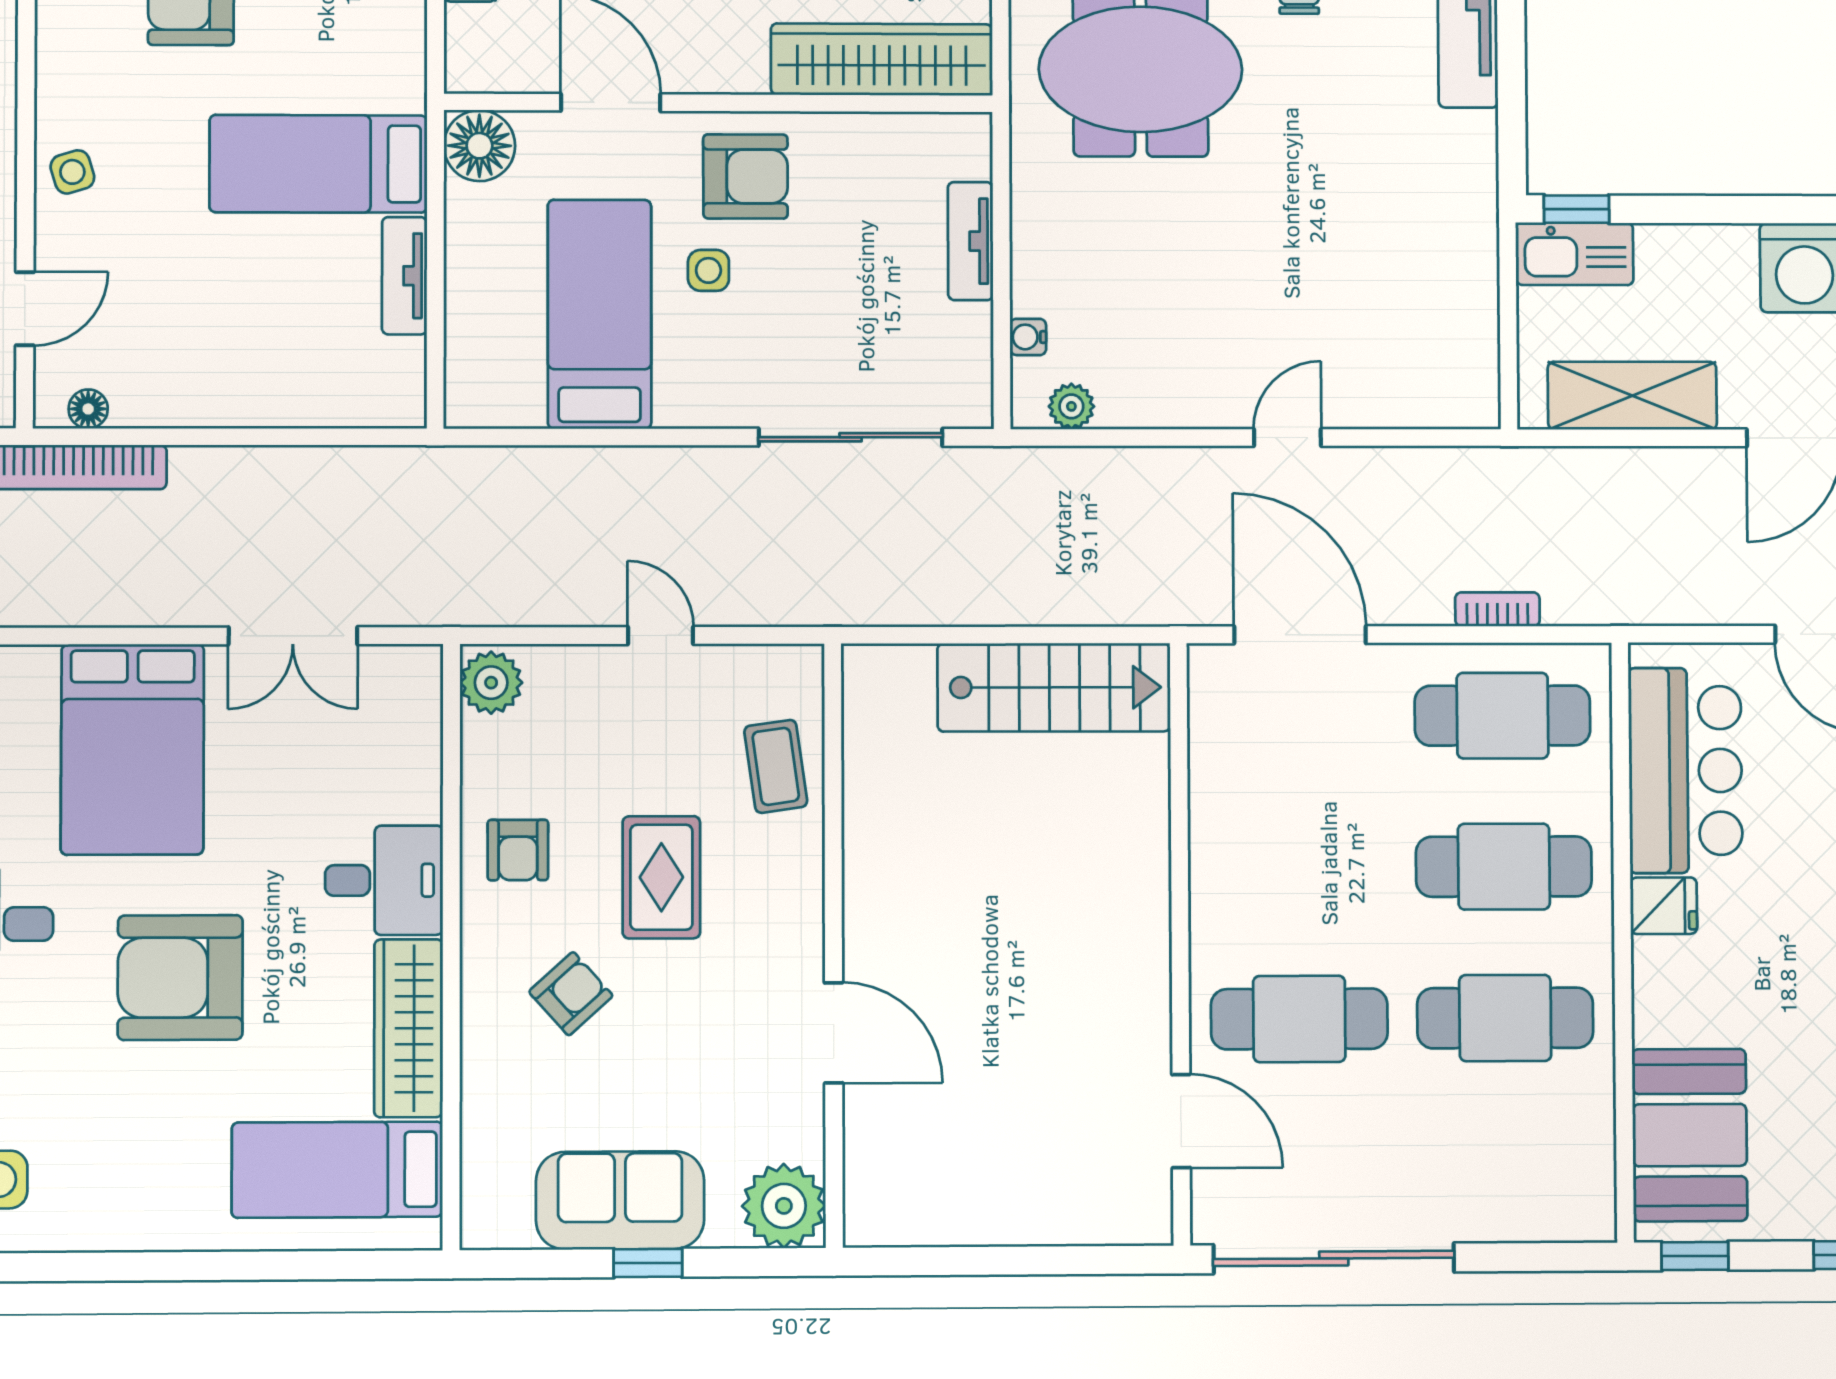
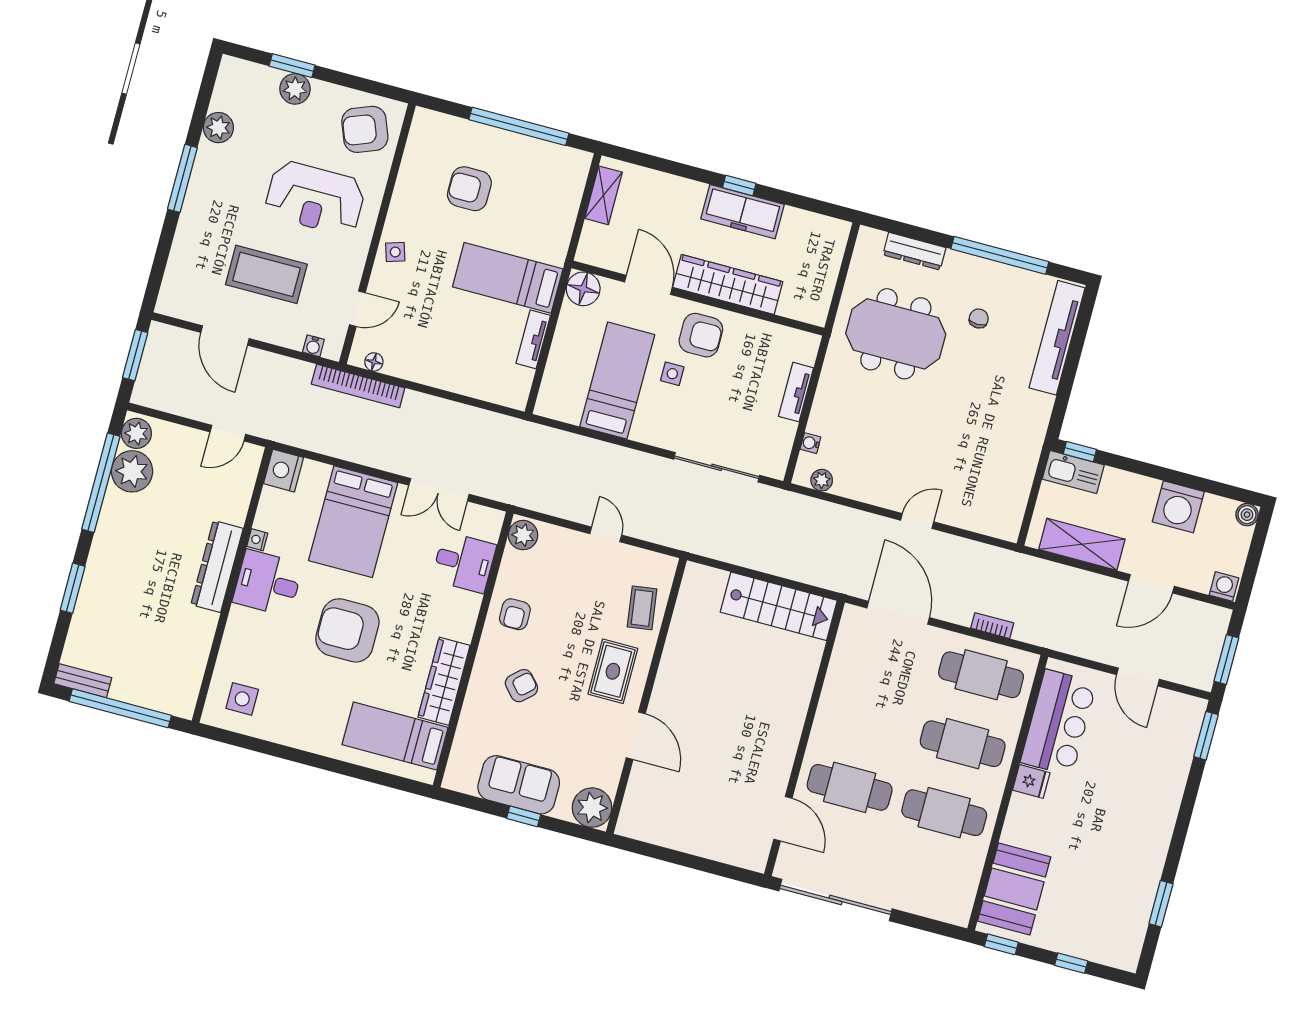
wardrobe: (882, 60) -> (728, 284), moved
rug: (661, 877) -> (613, 671), moved
desk: (384, 880) -> (464, 562), moved

